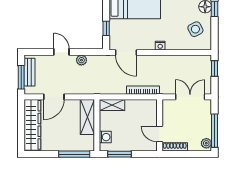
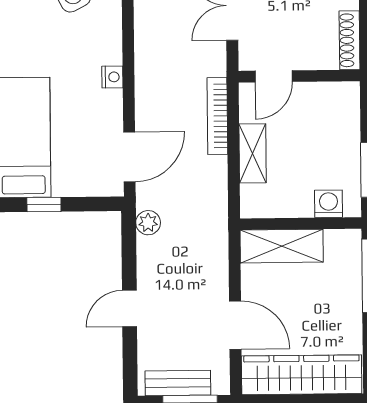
window: (106, 28) -> (44, 205), moved
plant: (81, 60) -> (148, 223), moved
shelving: (112, 105) -> (253, 153), moved
door: (160, 134) -> (274, 76), moved

